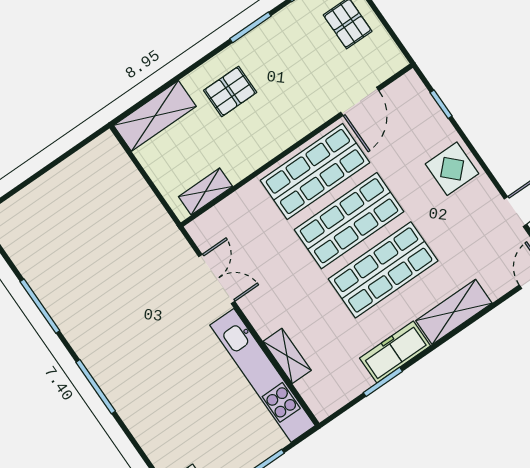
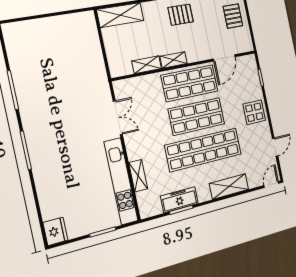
pallet: (230, 91) -> (181, 15), moved
shelving: (272, 146) -> (174, 60), added
shelving: (205, 191) -> (147, 65), moved
shop shelf: (383, 270) -> (203, 150), width x1.40
freezer: (395, 352) -> (179, 200), moved

